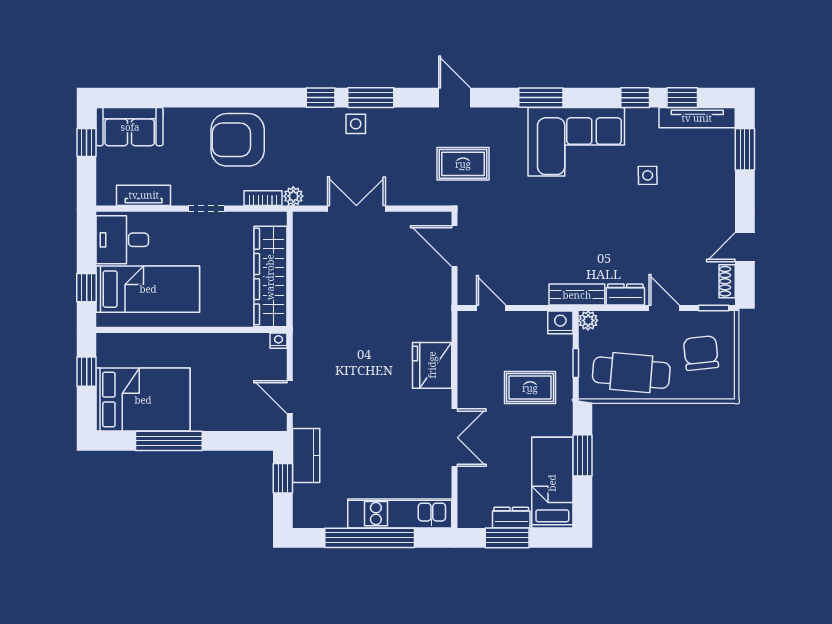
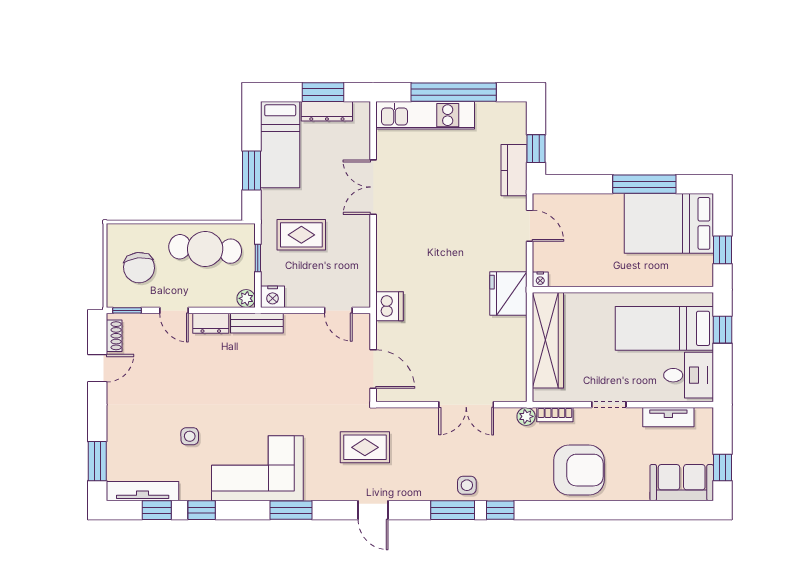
dishwasher: (437, 312) -> (389, 306), added
fridge: (432, 365) -> (508, 294), moved, turned 180
dresser: (511, 518) -> (327, 111), width x1.44

